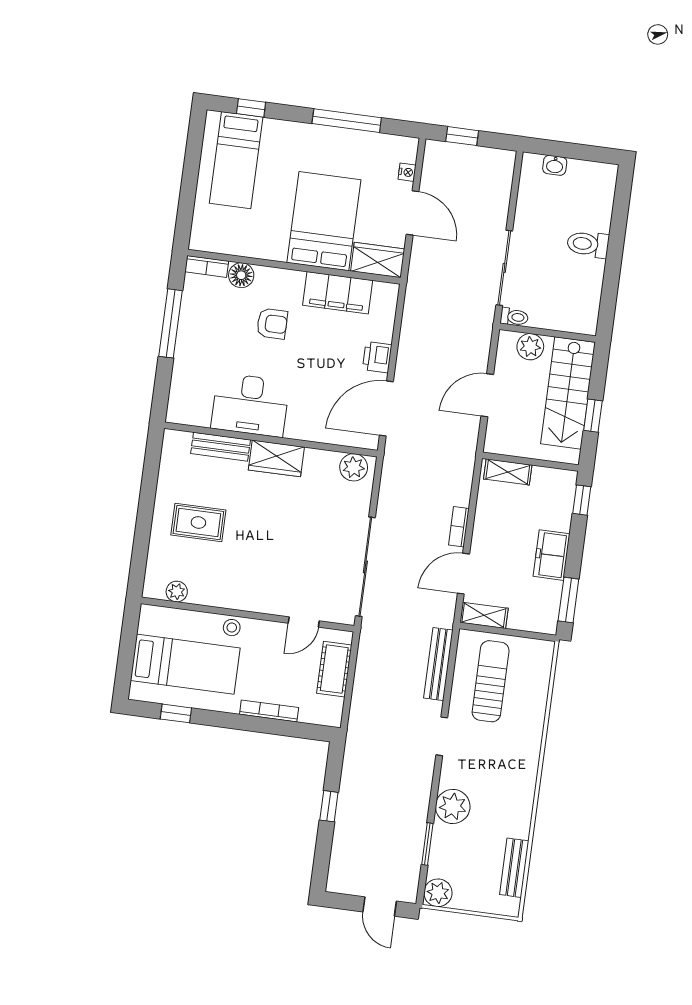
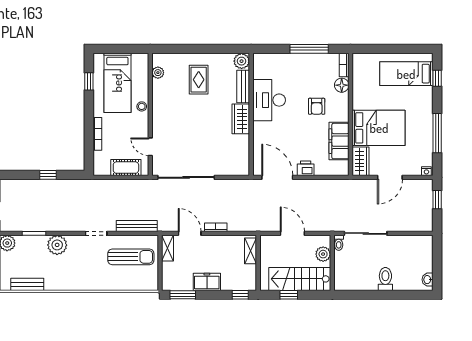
washbasin: (555, 165) -> (428, 280), moved
nightstand: (407, 172) -> (426, 171), moved
plant: (354, 467) -> (242, 61), moved

